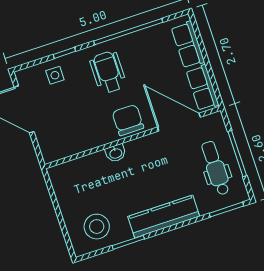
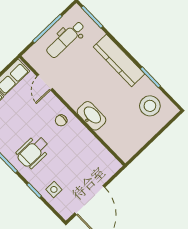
chair: (128, 120) -> (61, 120), width x0.54, depth x0.54
door: (179, 122) -> (45, 82), width x0.53
washbasin: (116, 153) -> (92, 116), width x1.91, depth x1.45

